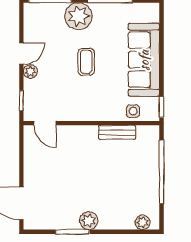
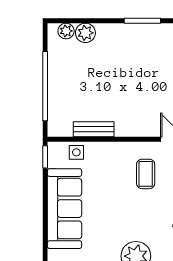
coffee table: (86, 62) -> (146, 174), moved
plant: (89, 221) -> (85, 33), moved

